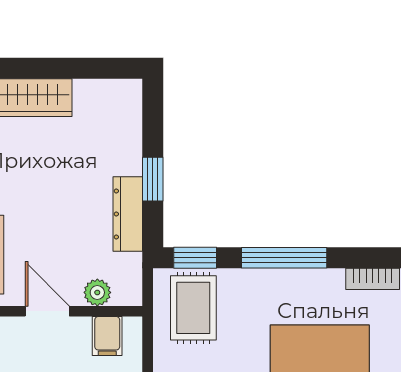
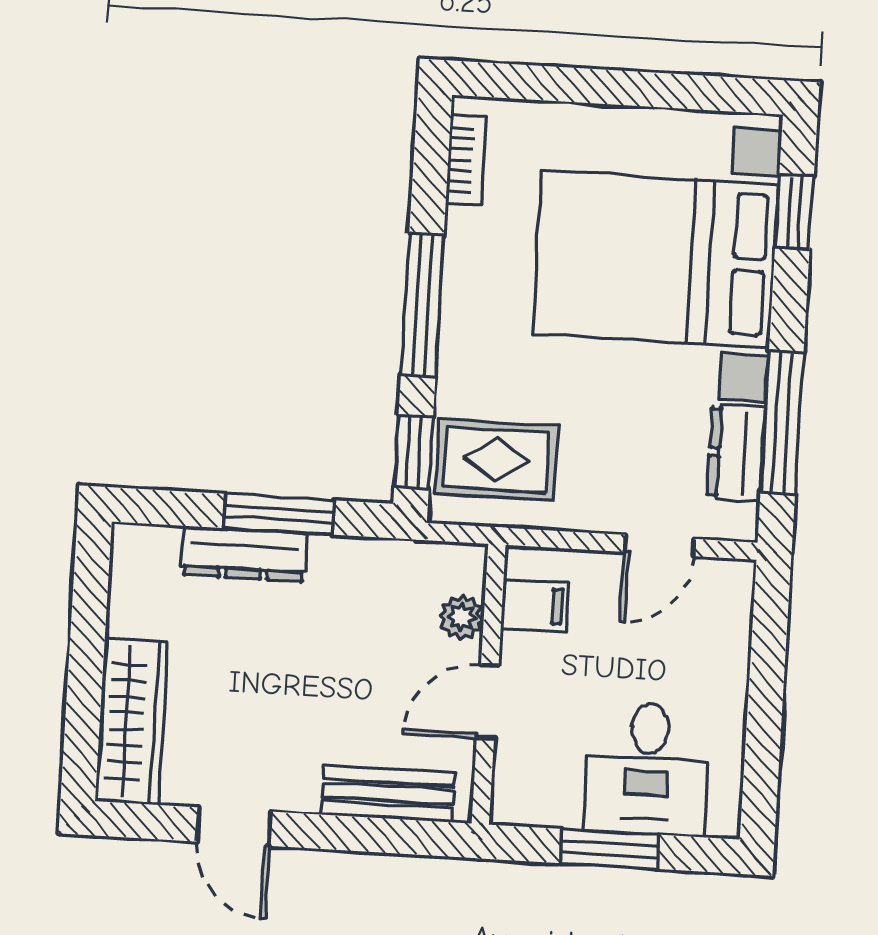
window: (153, 179) -> (279, 514), width x1.50
dresser: (128, 214) -> (244, 554), moved

